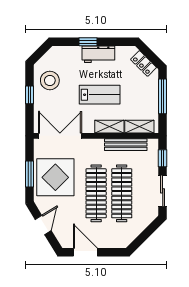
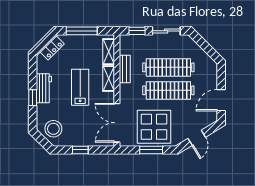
stool: (50, 80) -> (53, 129), moved
bench: (126, 145) -> (125, 69), width x0.73
door: (43, 225) -> (197, 138), swing flipped

